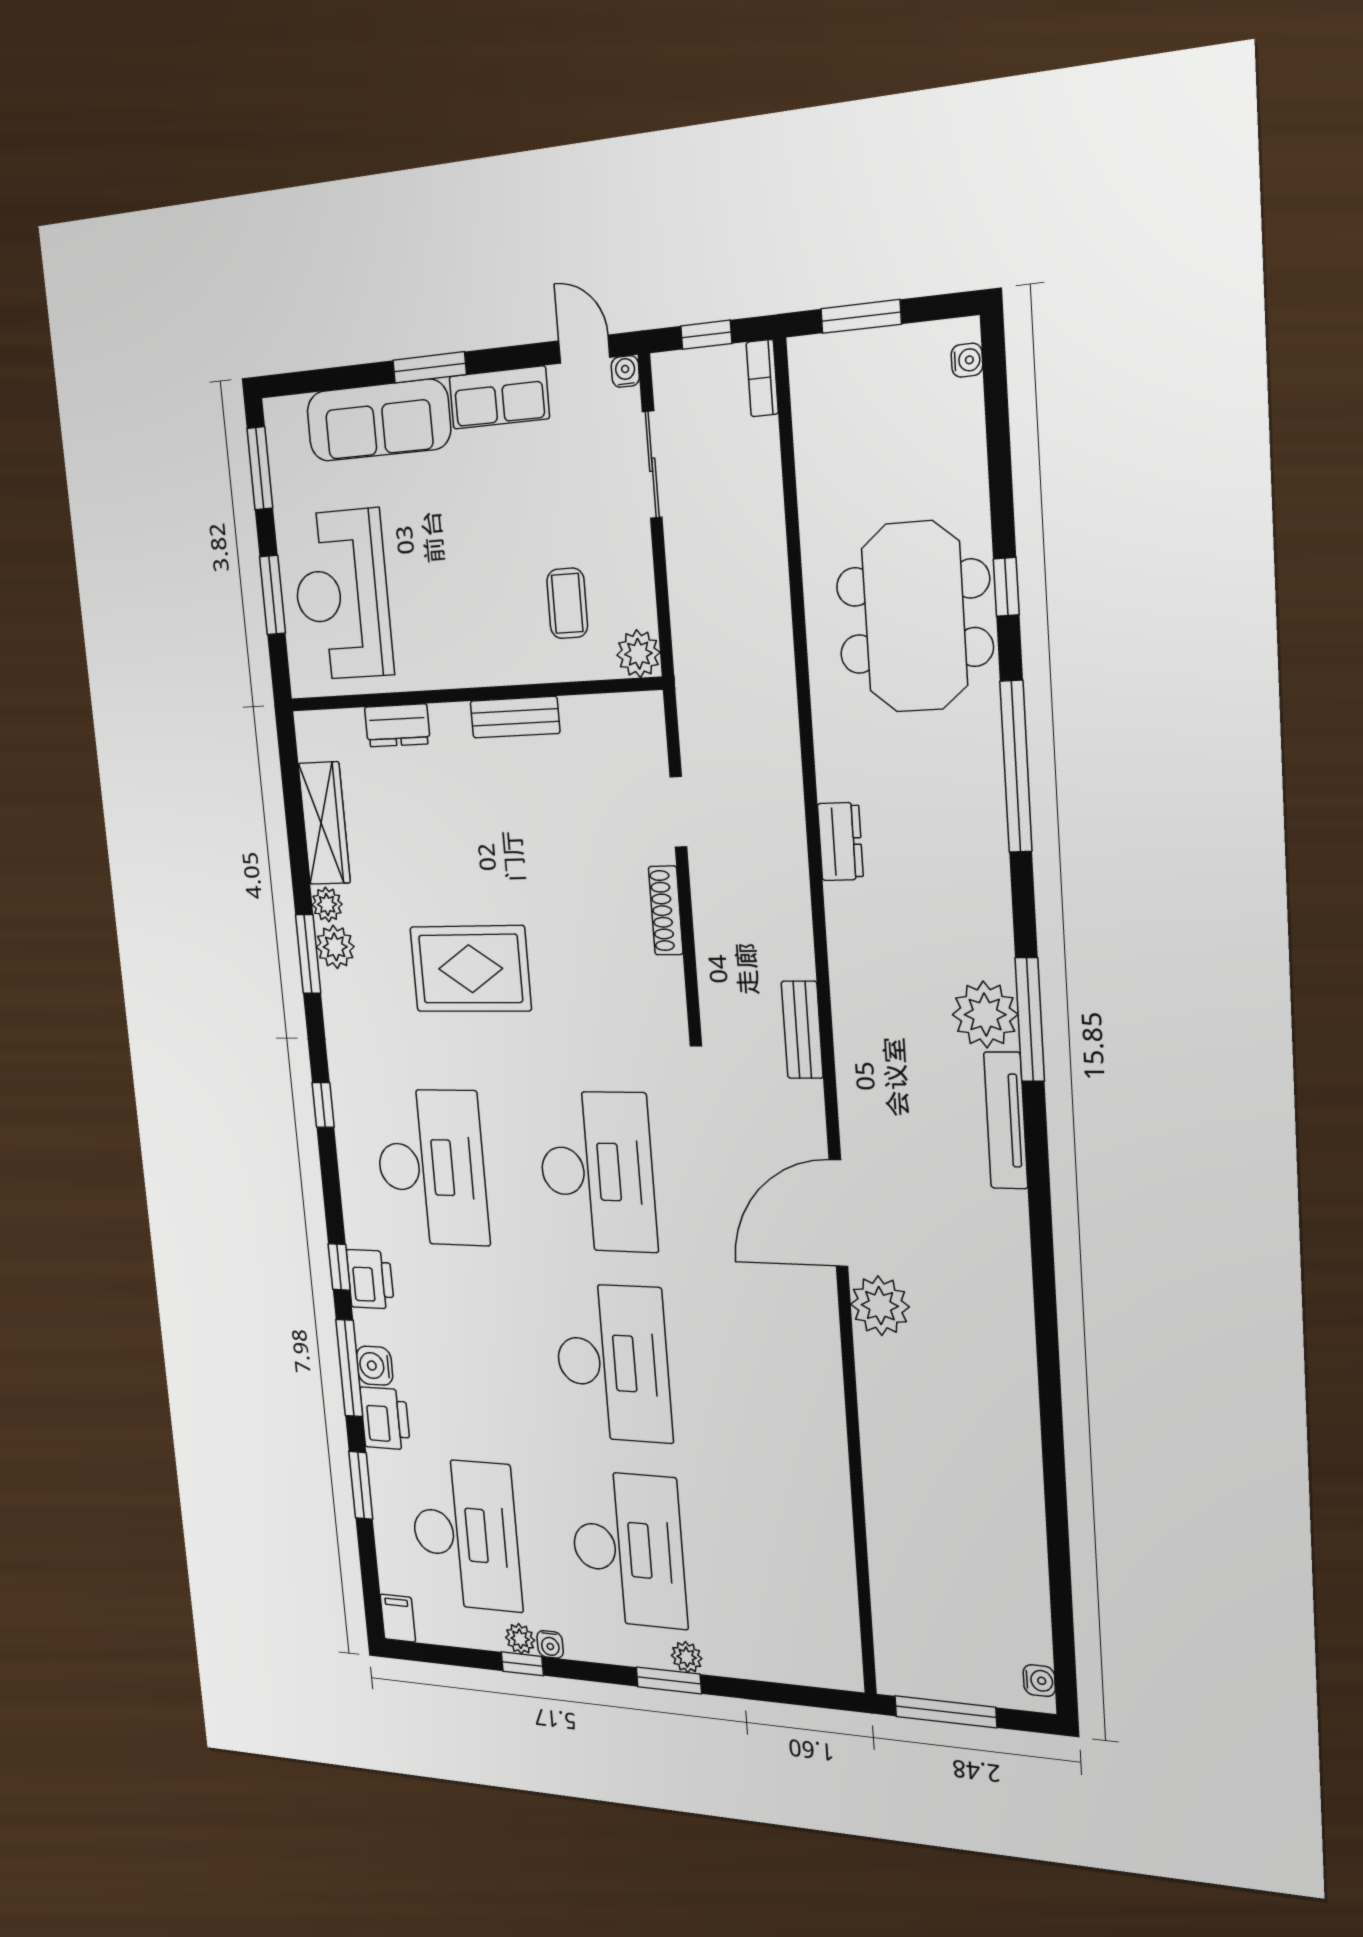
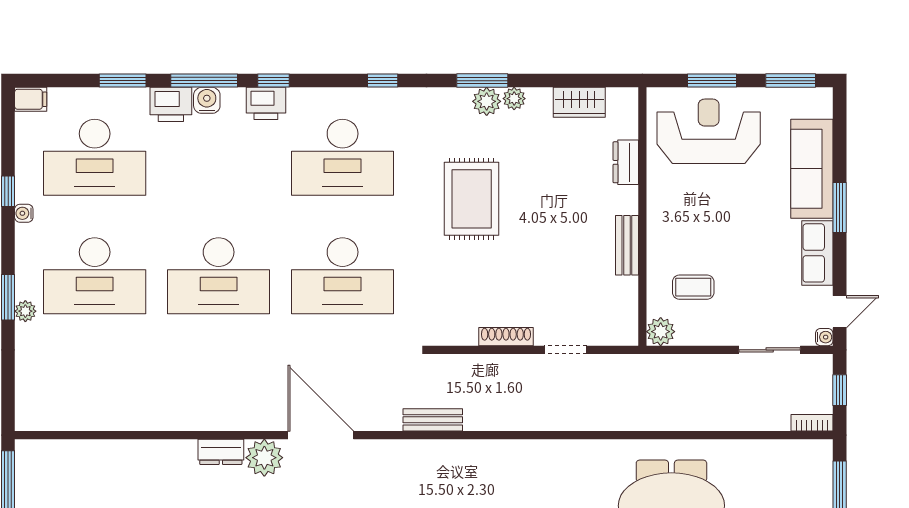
wardrobe: (324, 823) -> (579, 102), width x0.67
dresser: (840, 842) -> (221, 452), moved
plant: (520, 1639) -> (25, 191), removed

